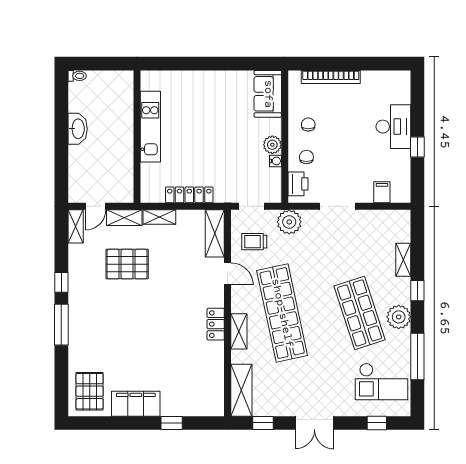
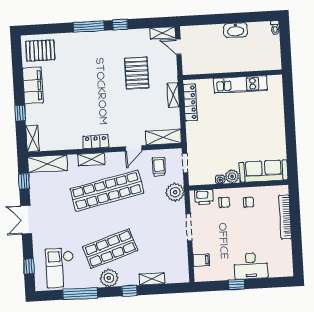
sofa: (268, 94) -> (264, 171), width x1.36
locker: (189, 195) -> (190, 102), moved
shelving: (124, 218) -> (32, 139), moved

